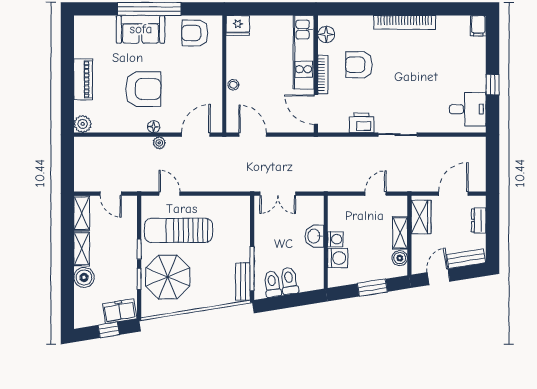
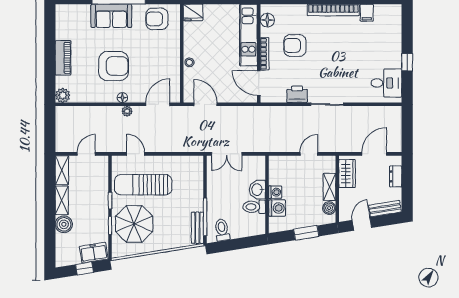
filing cabinet: (478, 26) -> (367, 13), moved
door: (111, 194) -> (86, 154), swing flipped
toilet: (289, 281) -> (254, 207), moved, turned -81

